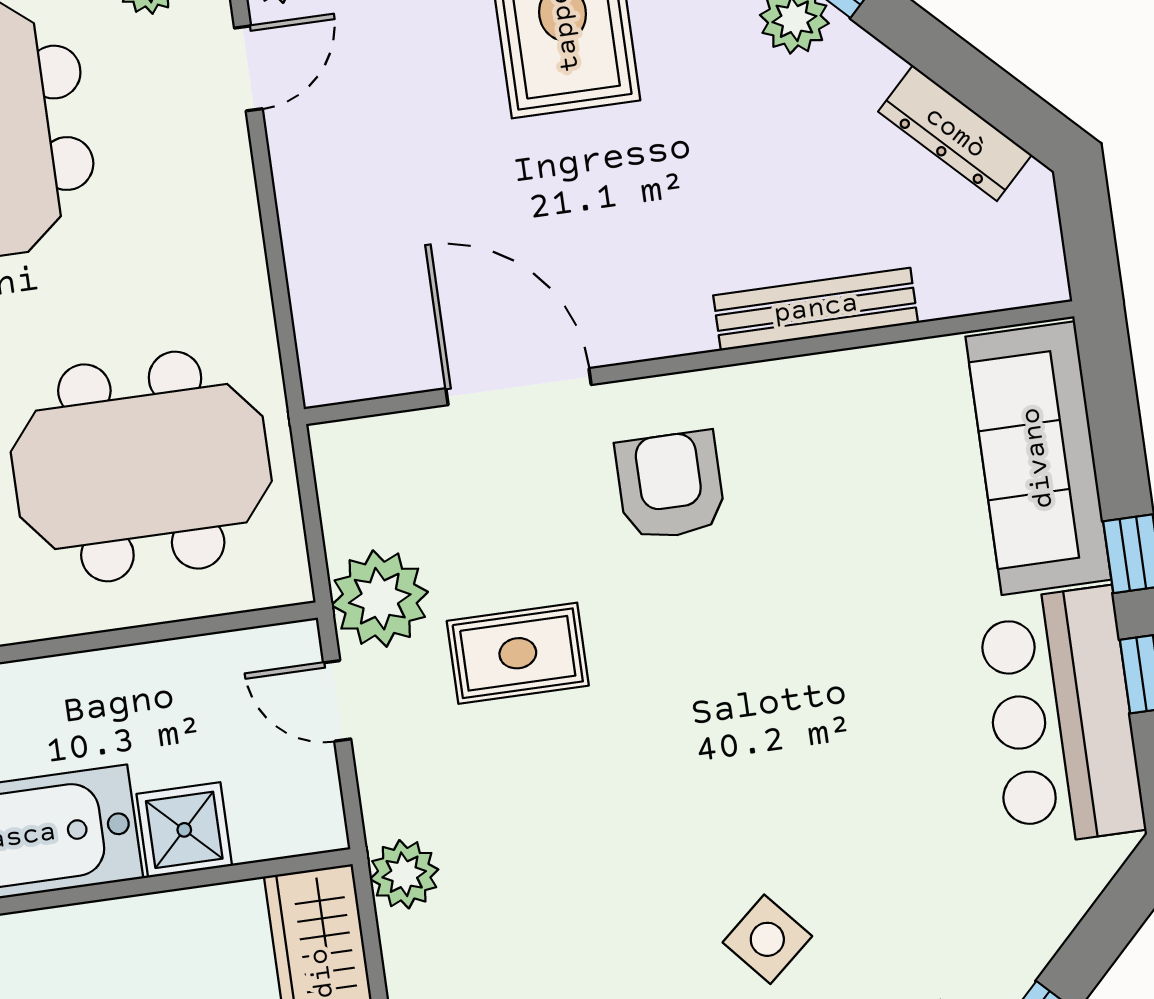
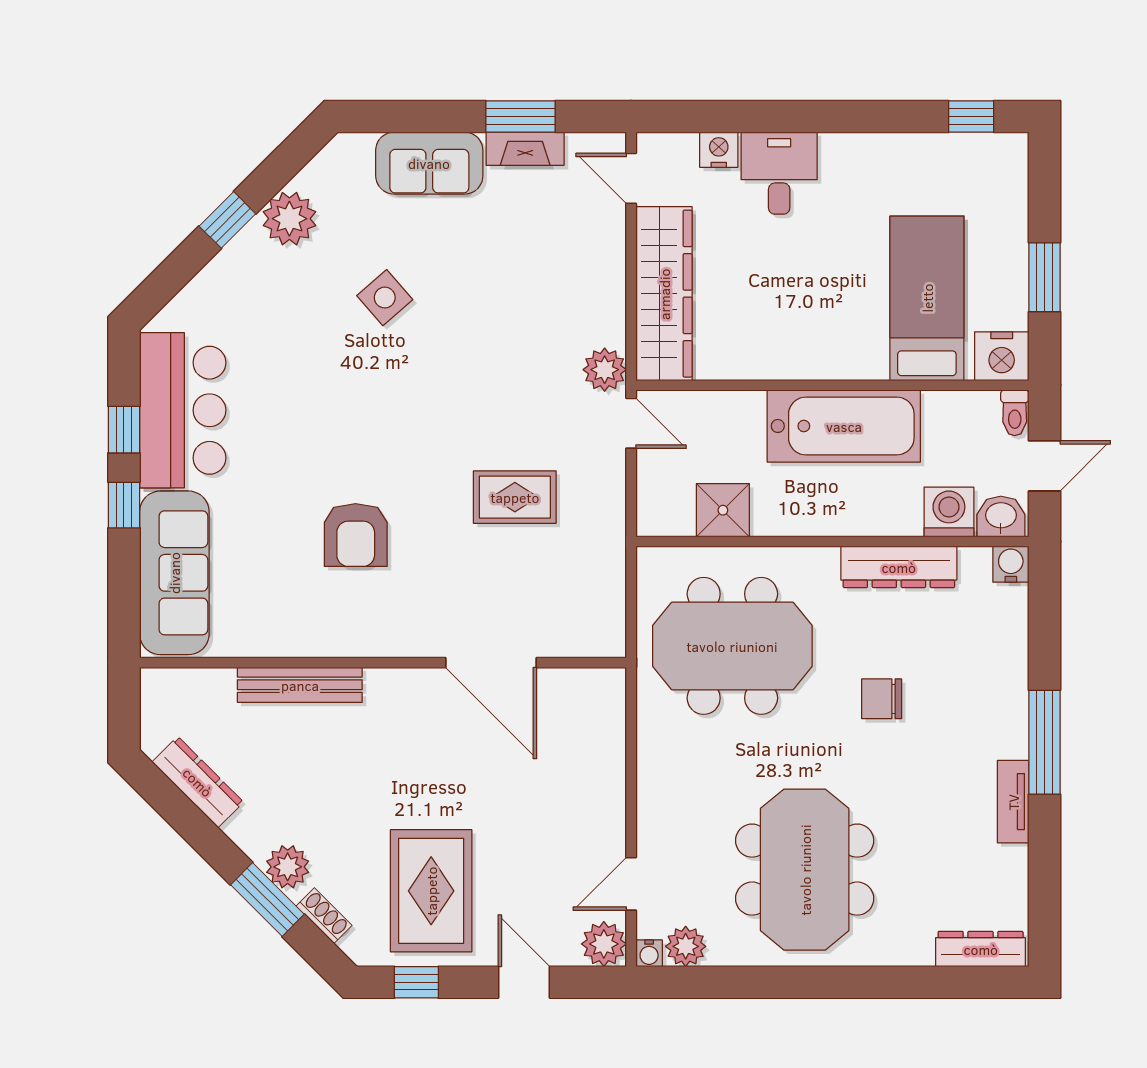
armchair: (670, 485) -> (356, 535), moved
plant: (380, 599) -> (596, 543), removed
door: (337, 701) -> (631, 423), moved
shower: (184, 830) -> (723, 510), moved

